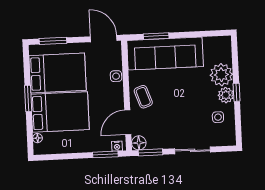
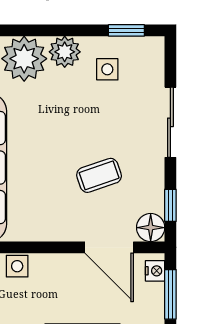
window: (237, 92) -> (126, 30), moved
coffee table: (143, 97) -> (99, 175), moved
window: (150, 152) -> (170, 205), width x0.67

